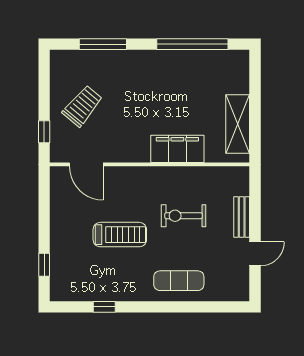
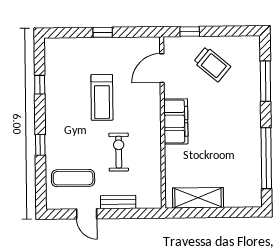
filing cabinet: (177, 149) -> (176, 121), moved
window: (44, 265) -> (103, 32), moved
exercise mat: (179, 281) -> (73, 178), moved, turned 90
window: (174, 307) -> (40, 145), added

